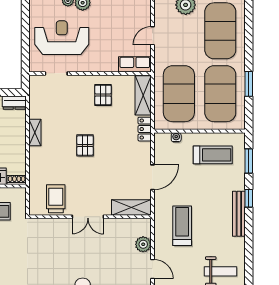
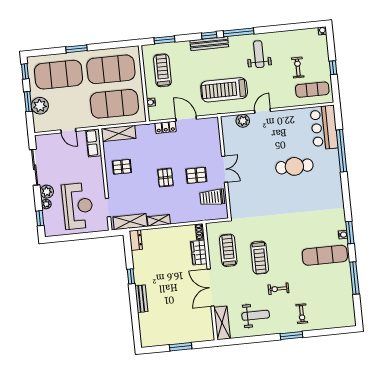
reception desk: (62, 38) -> (78, 206), turned 180
window: (249, 84) -> (76, 49), moved
locker: (145, 129) -> (166, 127), moved
pallet: (85, 145) -> (165, 178), turned 90
pallet: (84, 182) -> (196, 175), added
window: (249, 198) -> (209, 35), moved
shelving: (131, 207) -> (130, 222), moved, turned 90
treadmill: (182, 226) -> (224, 90), width x1.37, depth x1.38
window: (249, 250) -> (239, 32), added

